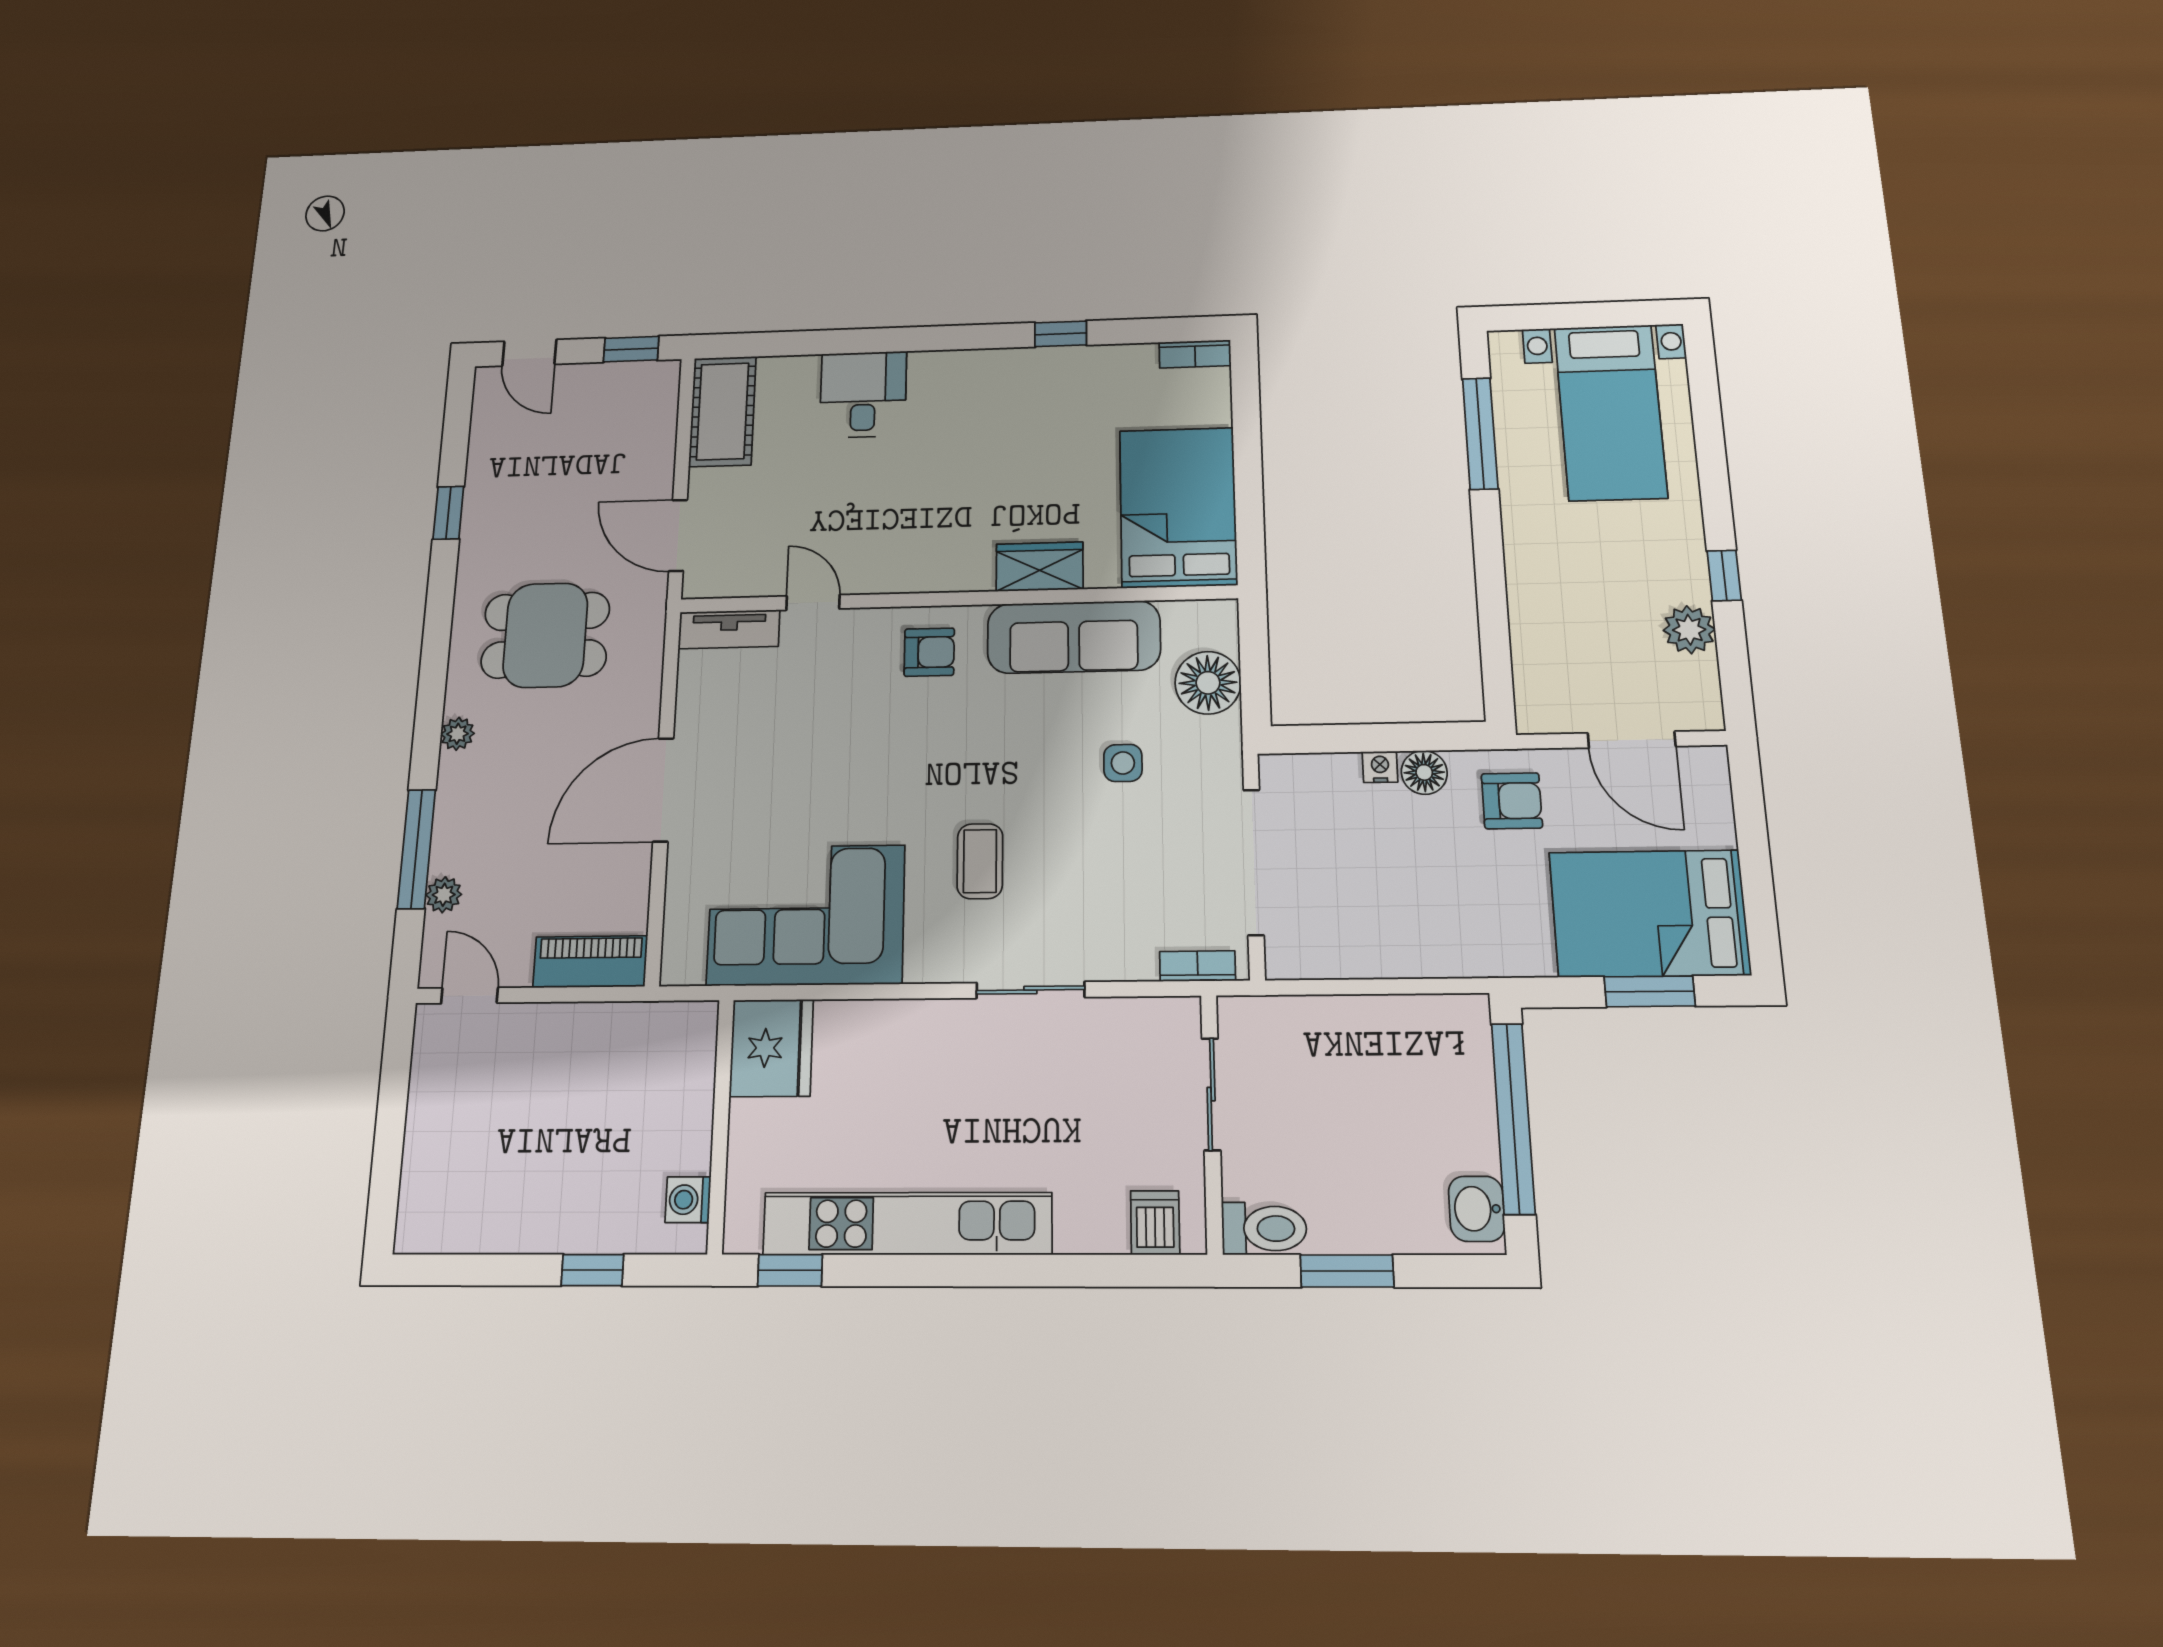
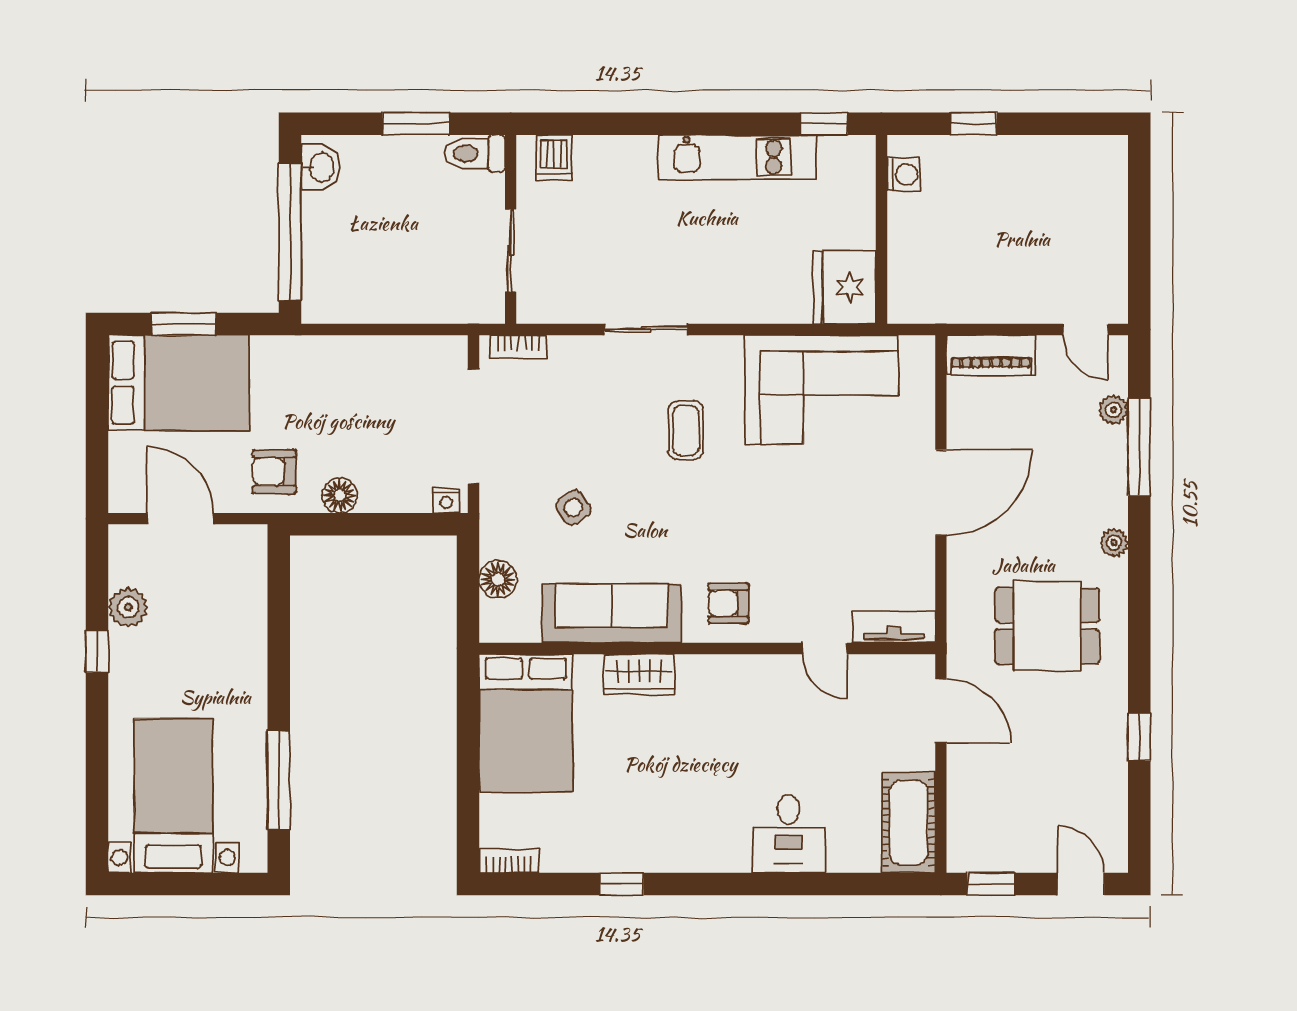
floor lamp: (1208, 683) -> (498, 579), width x0.73, depth x0.73
side table: (1123, 763) -> (573, 508), turned -35
nightstand: (1380, 767) -> (446, 501), moved
kitchen unit: (907, 1224) -> (737, 157), width x0.73

